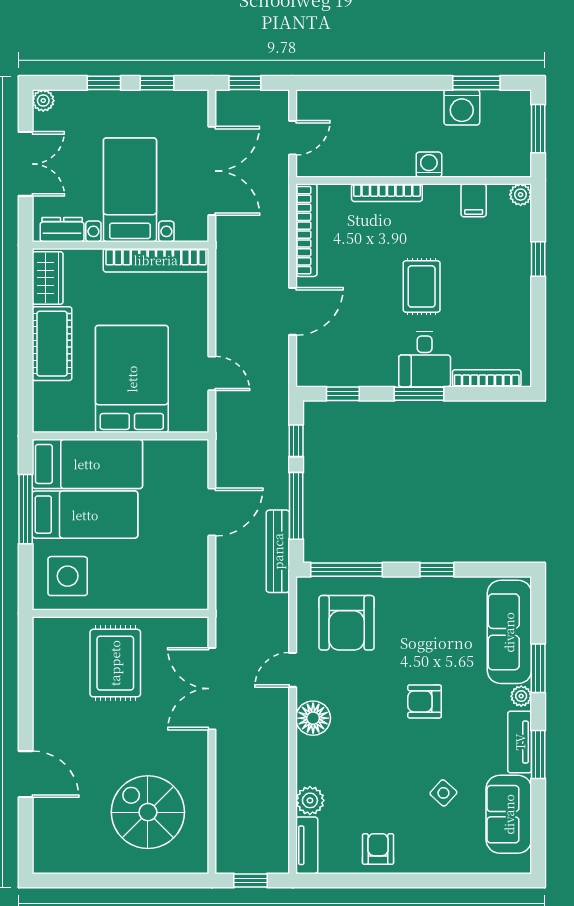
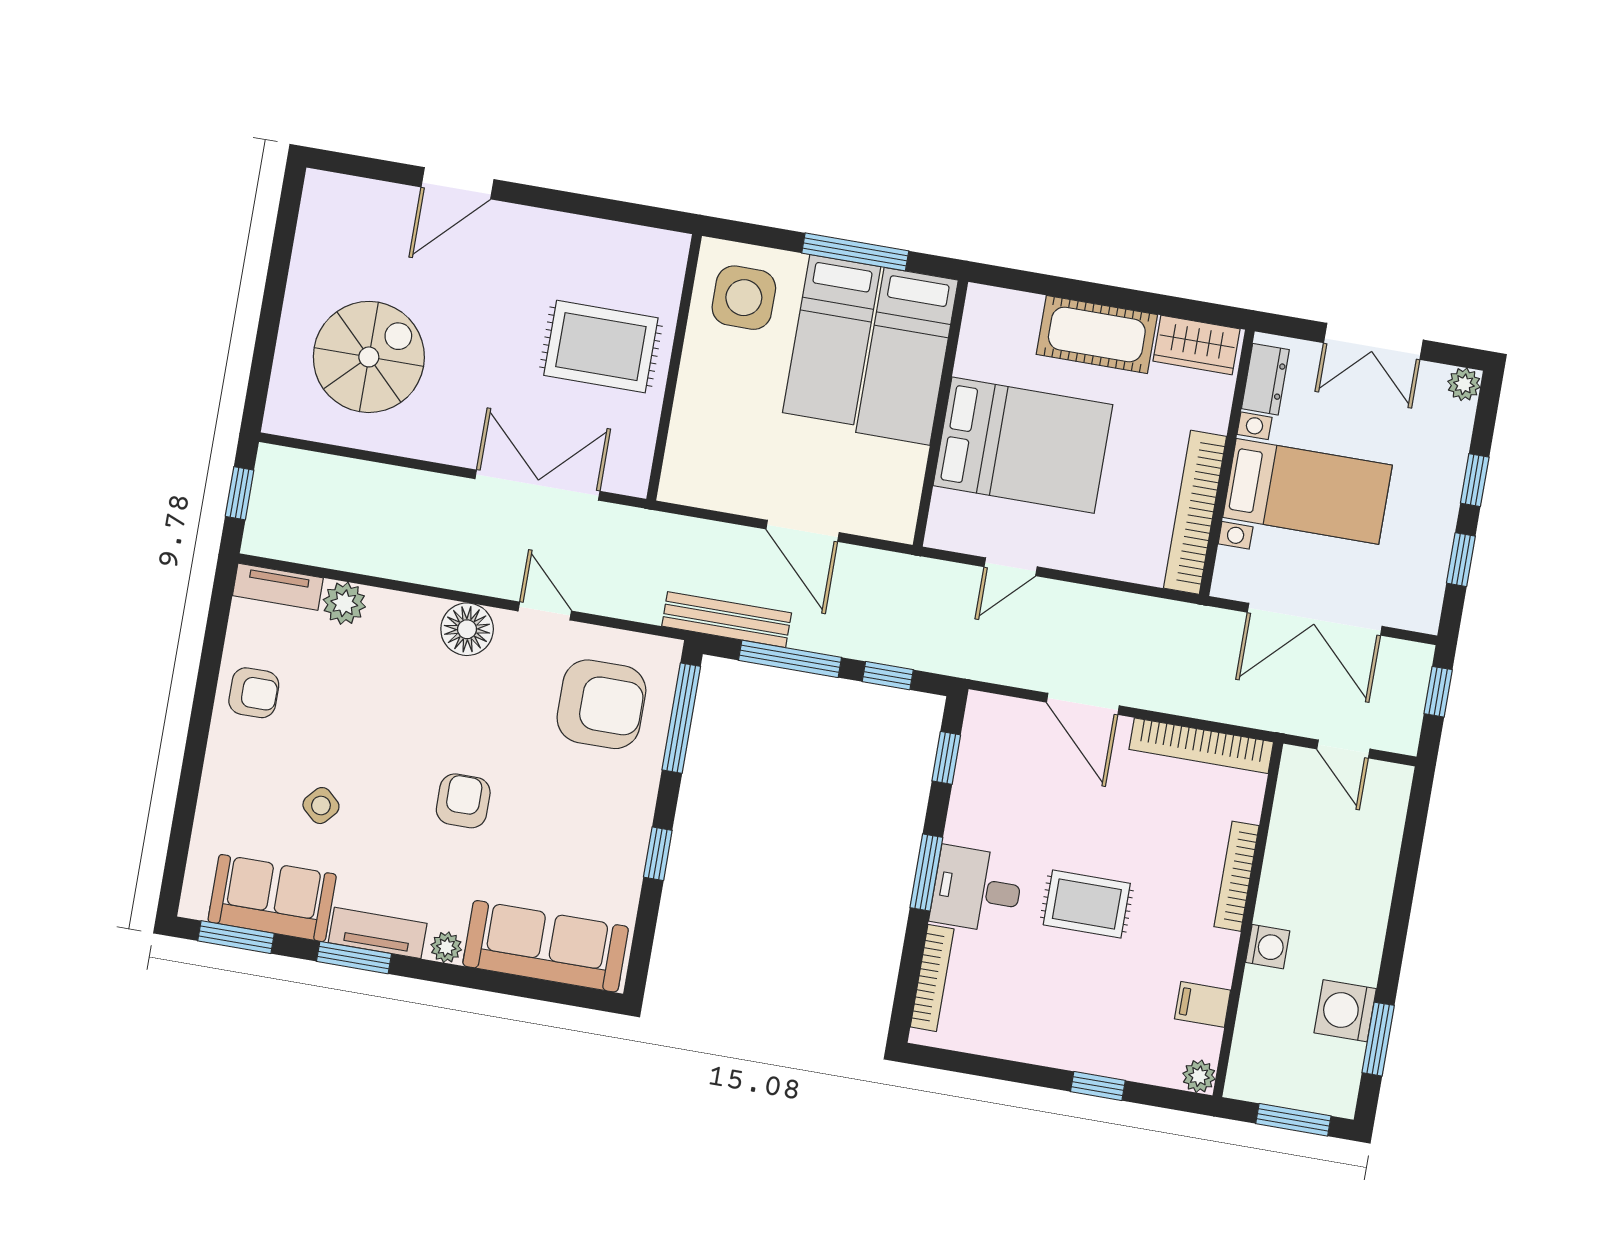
armchair: (347, 623) -> (601, 704), turned 180
window: (538, 668) -> (236, 937), moved

